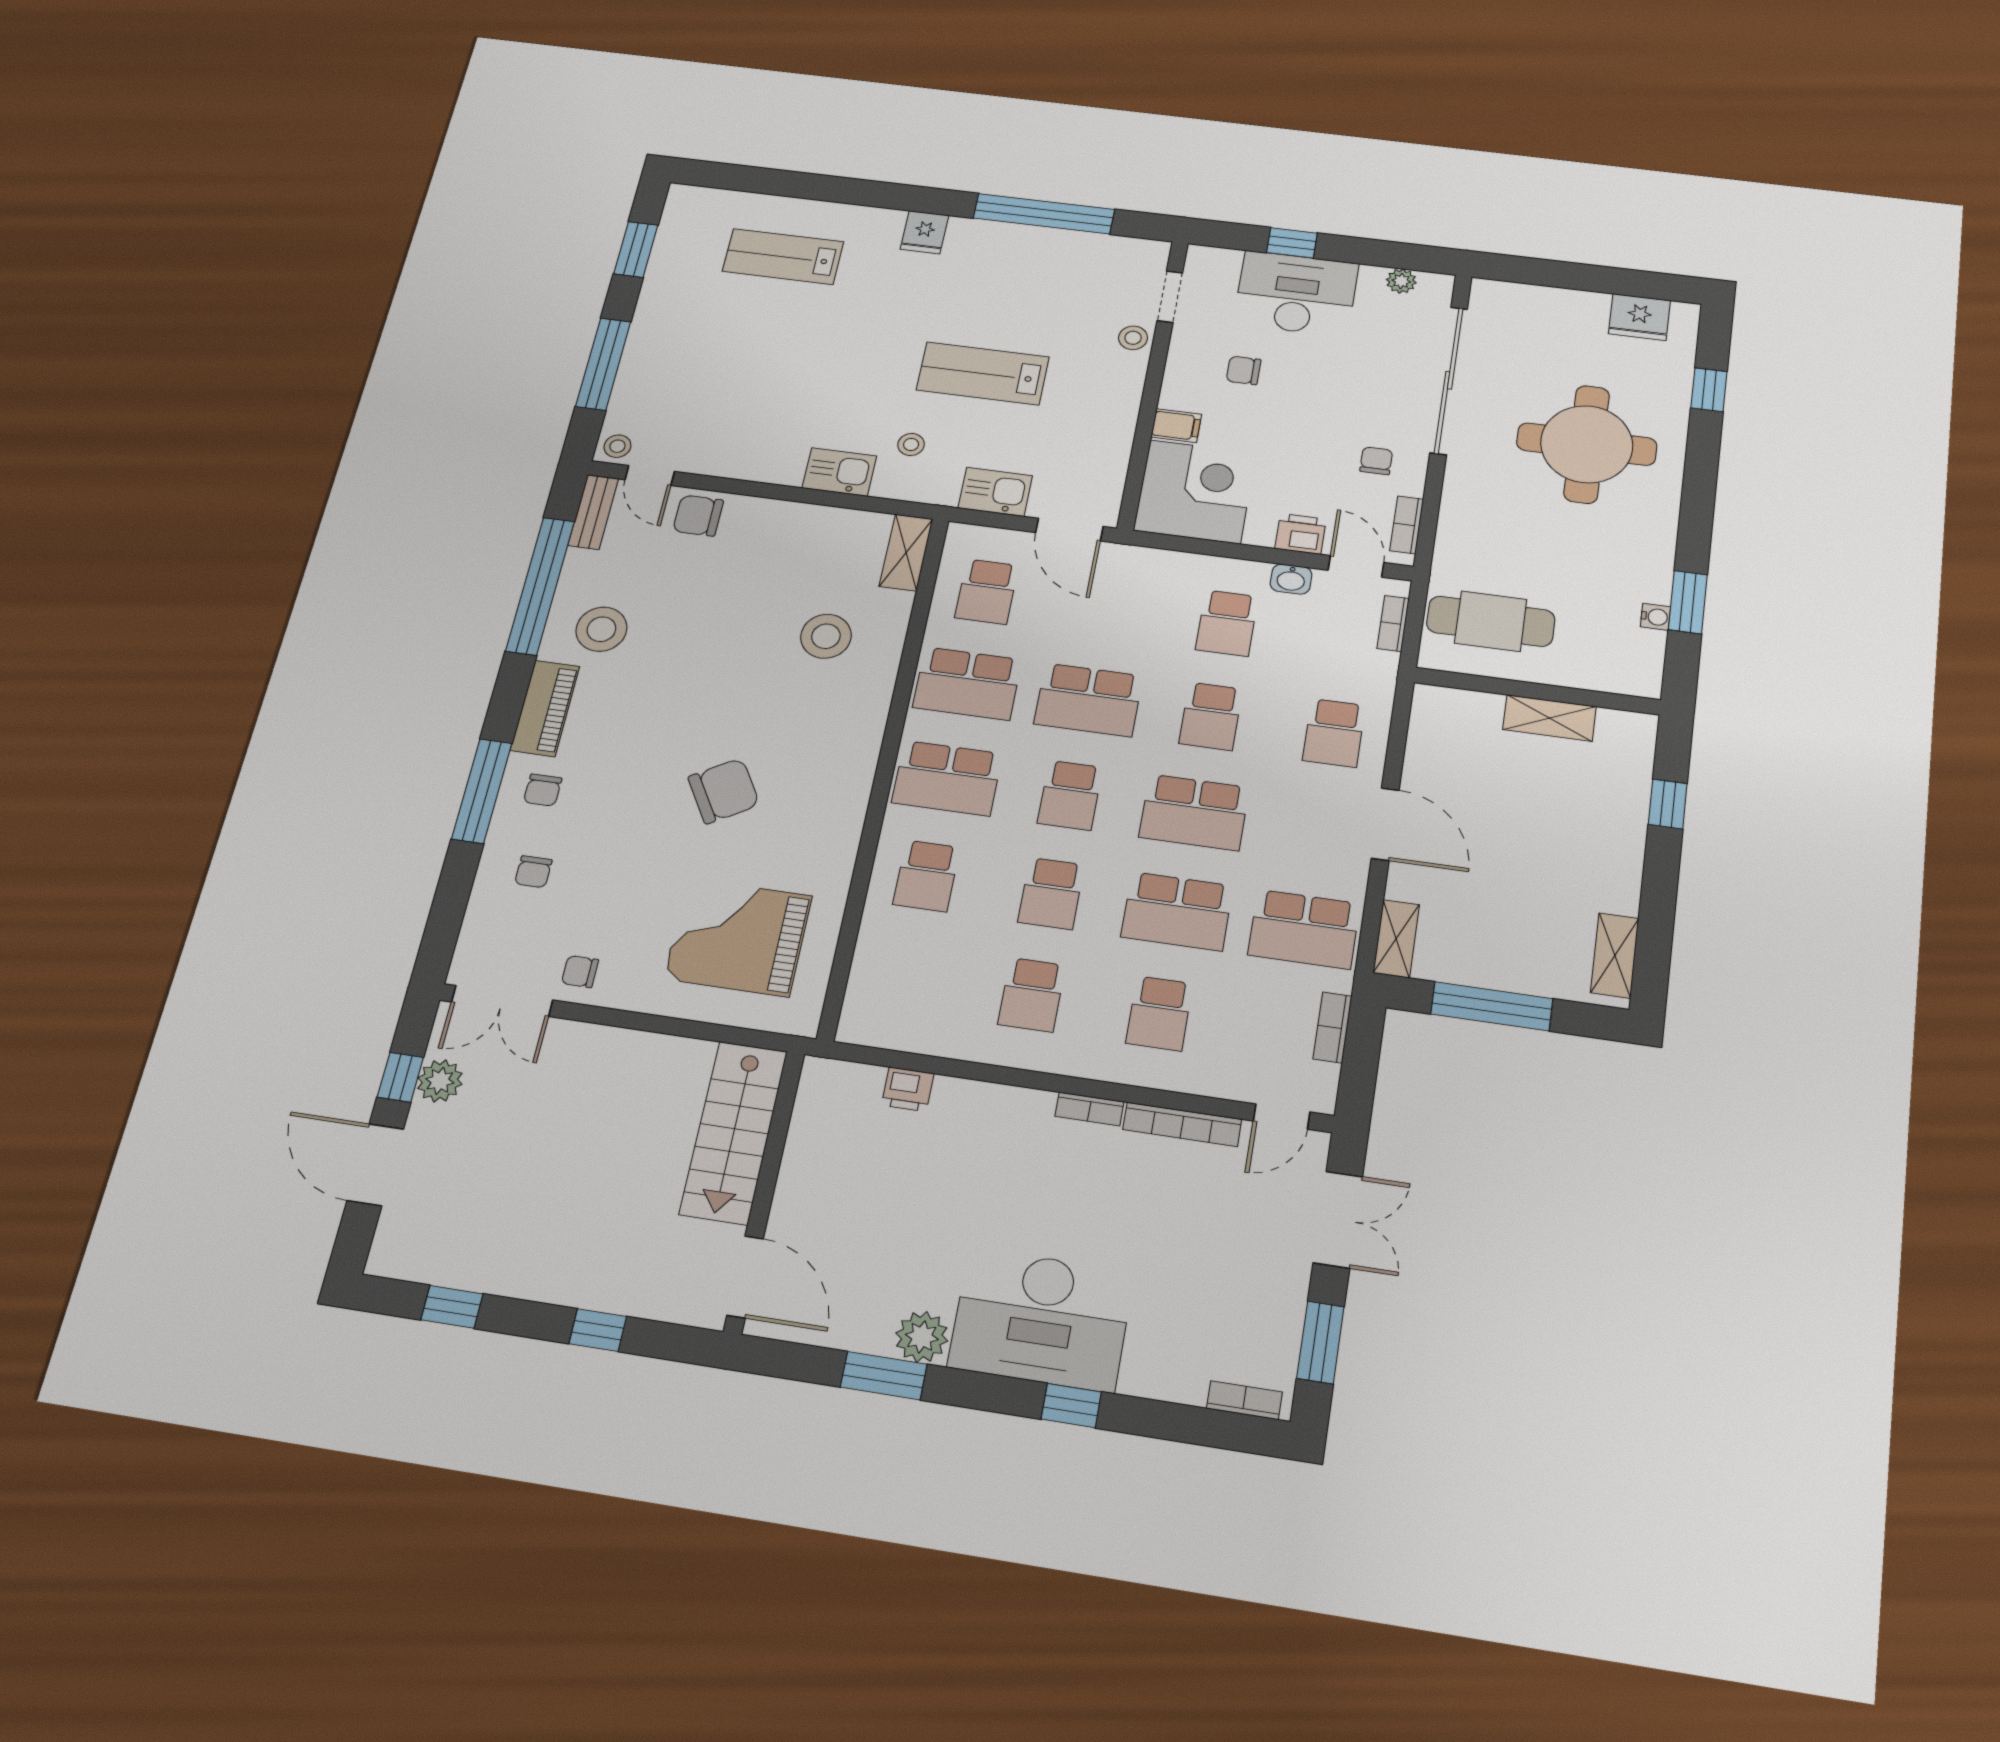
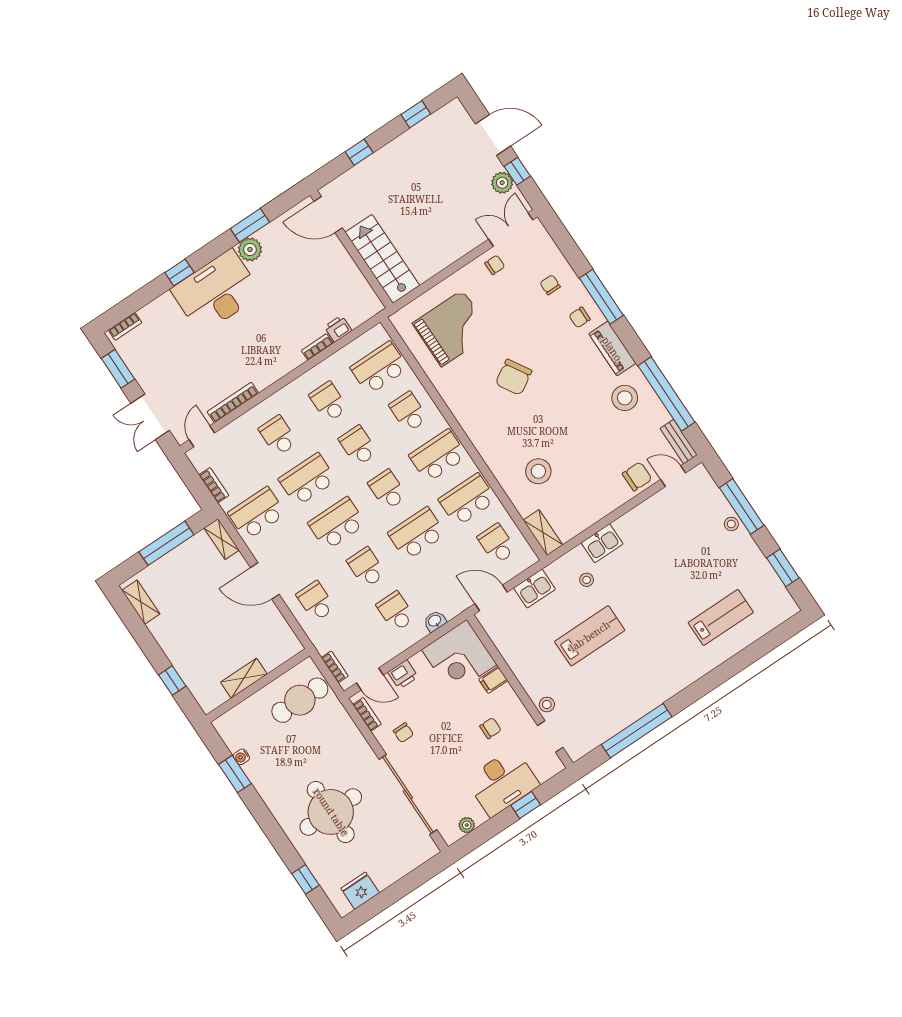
fridge: (924, 232) -> (676, 679), removed
stool: (617, 446) -> (731, 524), moved
washbasin: (1291, 579) -> (435, 621), moved
chair: (543, 790) -> (580, 317), turned -90
school desk: (905, 976) -> (379, 368), added
bookcase: (1089, 1109) -> (317, 347), moved

